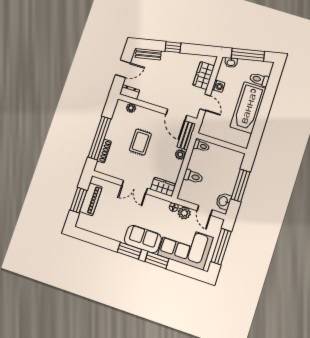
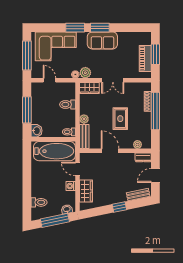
bathtub: (248, 108) -> (54, 151), moved, turned 90
door: (176, 115) -> (110, 151), moved
double door: (135, 187) -> (113, 80), swing flipped
washbasin: (224, 201) -> (36, 131), moved
plant: (184, 213) -> (85, 73), moved
sofa: (143, 239) -> (102, 40), moved

